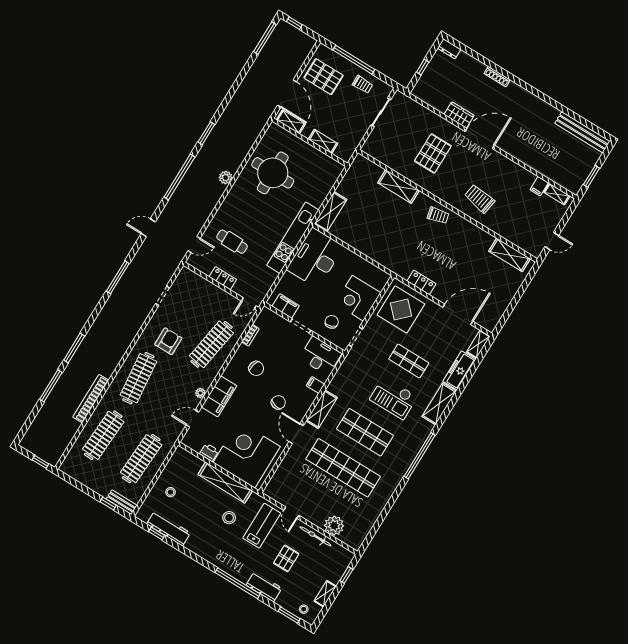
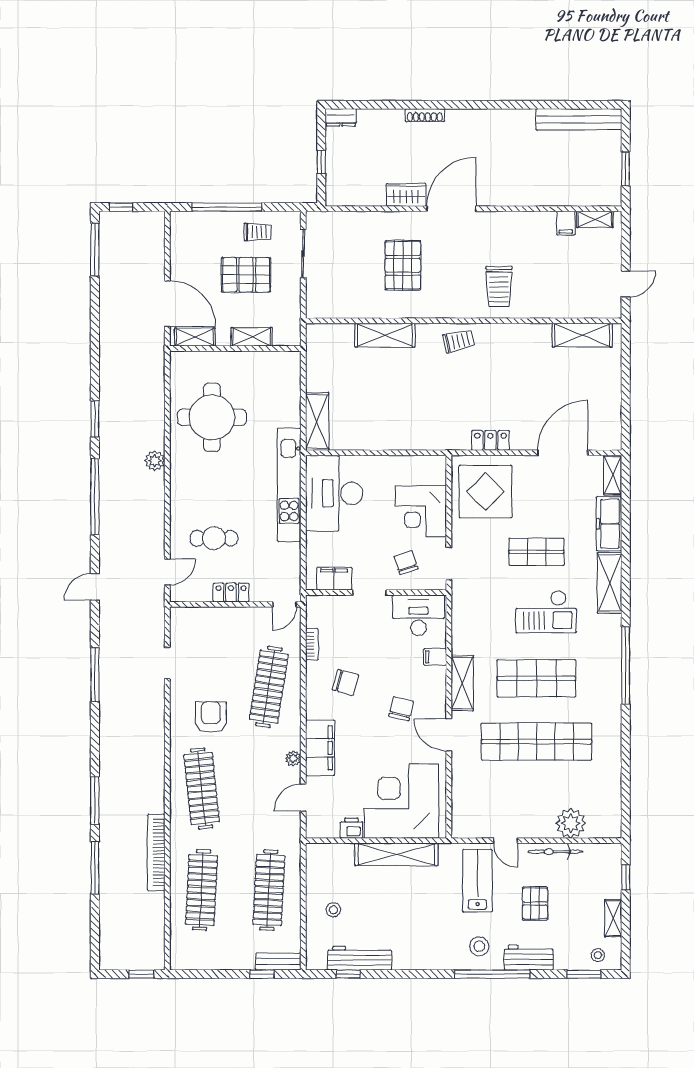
pallet: (324, 77) -> (246, 275), moved
trolley: (480, 199) -> (499, 286), turned -99
stool: (229, 518) -> (479, 946), moved

